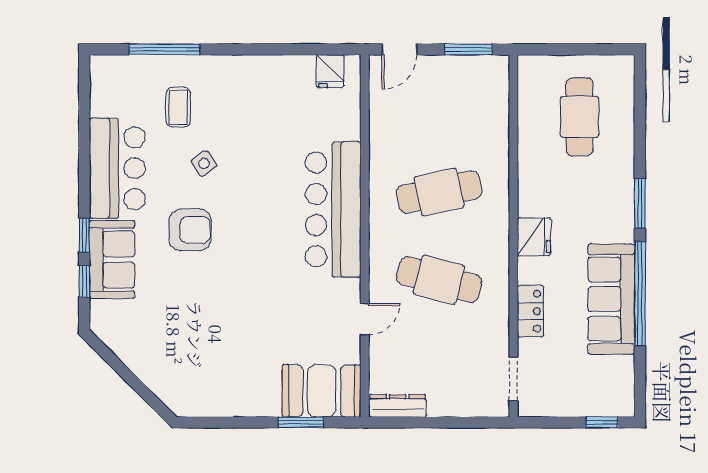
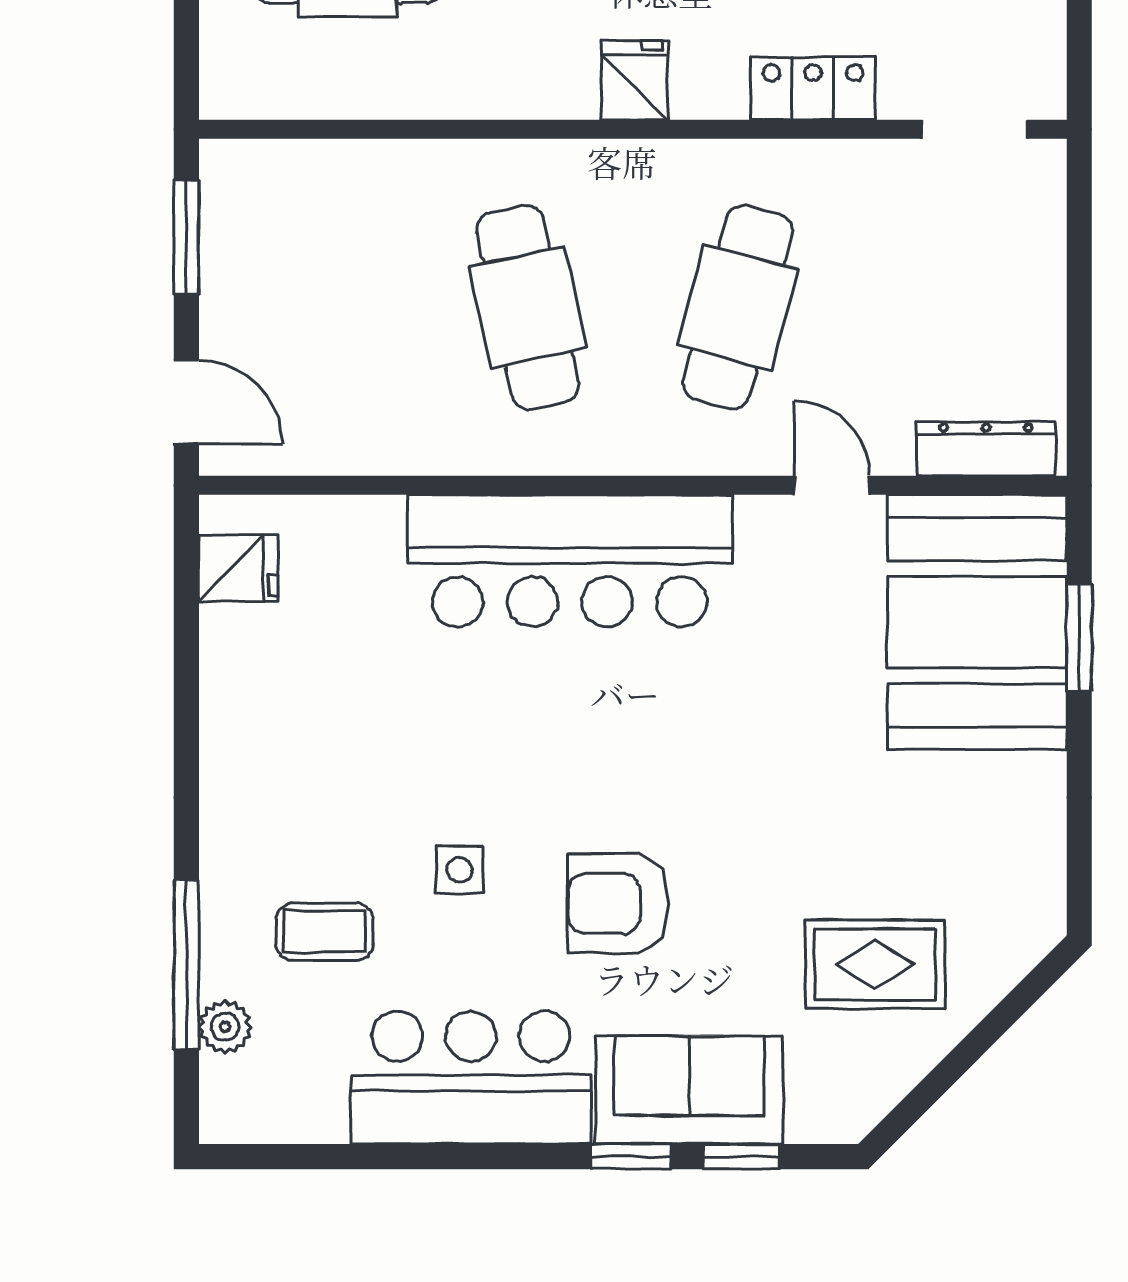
plant: (138, 66) -> (225, 1027), added
side table: (204, 164) -> (460, 870), turned 35
armchair: (190, 230) -> (618, 903), turned -90
fridge: (534, 237) -> (635, 80), width x0.72
rug: (165, 337) -> (875, 964), added
booth: (322, 391) -> (977, 622), width x1.36, depth x1.42
dresser: (398, 406) -> (986, 449), moved, turned 90

